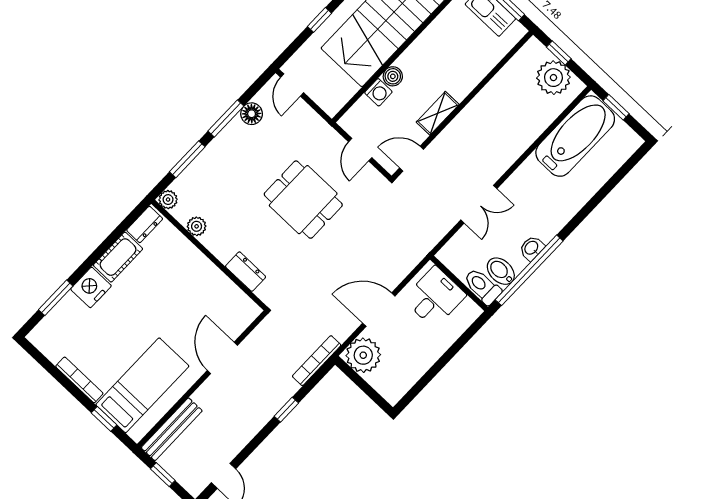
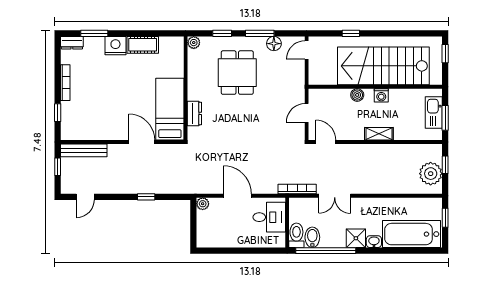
washing machine: (378, 92) -> (381, 95), moved
shelving: (438, 113) -> (379, 134), moved
bathtub: (575, 136) -> (411, 234), moved, turned 180
window: (187, 159) -> (222, 33), width x0.67
dining table: (303, 200) -> (237, 73), moved
dresser: (145, 224) -> (72, 43), moved
shower: (547, 225) -> (356, 238), added
plant: (197, 226) -> (194, 69), removed
washbasin: (532, 248) -> (374, 242), moved
plant: (363, 355) -> (203, 204), width x0.53, depth x0.53
door: (222, 358) -> (142, 142), hinge flipped
bookcase: (317, 361) -> (297, 189), moved
bed: (142, 385) -> (170, 109), moved, turned -90

